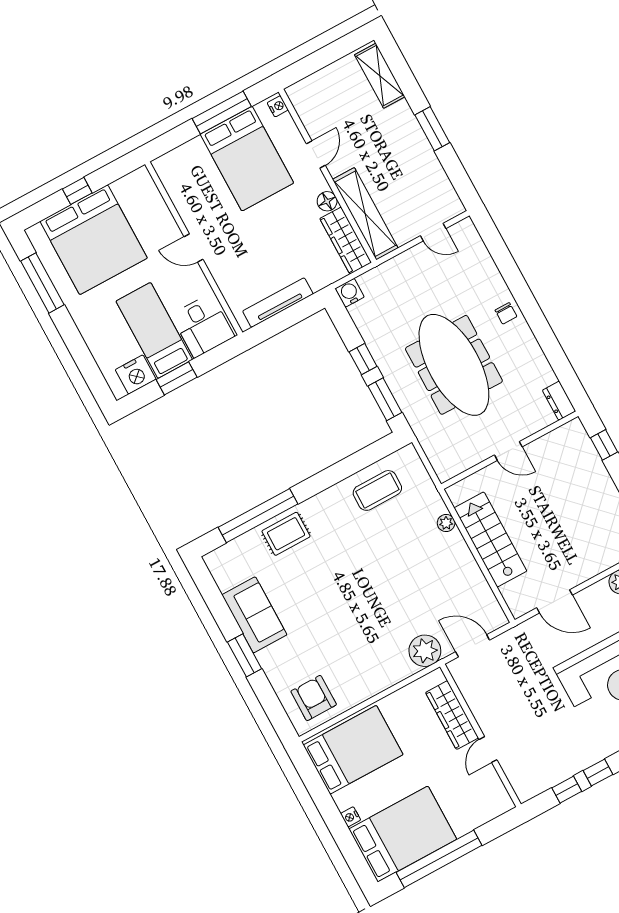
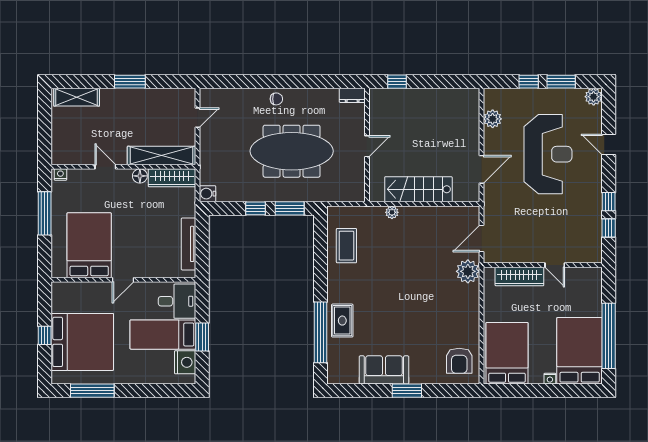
bed: (247, 159) -> (89, 245), moved, turned -90
armchair: (314, 698) -> (459, 361), turned -90

